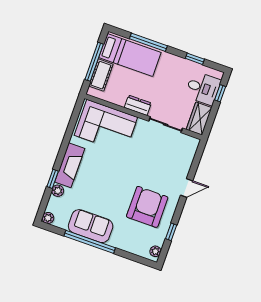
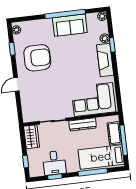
desk: (203, 88) -> (54, 163), moved, turned -90
dresser: (138, 105) -> (83, 124), width x1.44
armchair: (147, 207) -> (37, 58), turned -90

